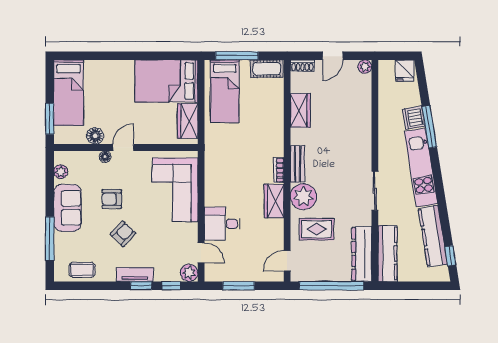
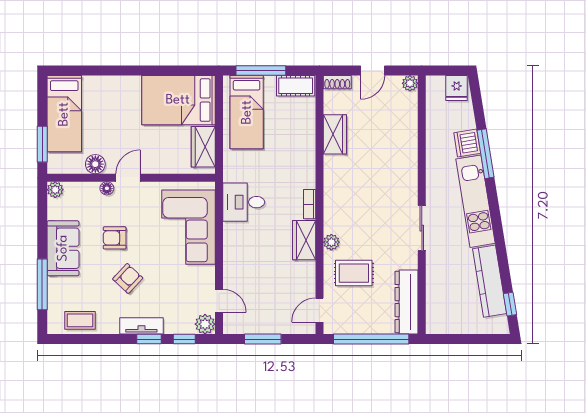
bench: (297, 164) -> (331, 197), removed
plant: (61, 172) -> (55, 190), moved
plant: (303, 197) -> (331, 242), width x0.53, depth x0.53
desk: (222, 224) -> (244, 202), moved
kitchen counter: (388, 253) -> (437, 301), removed

